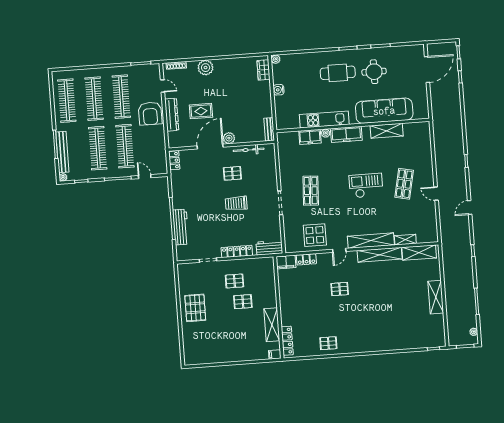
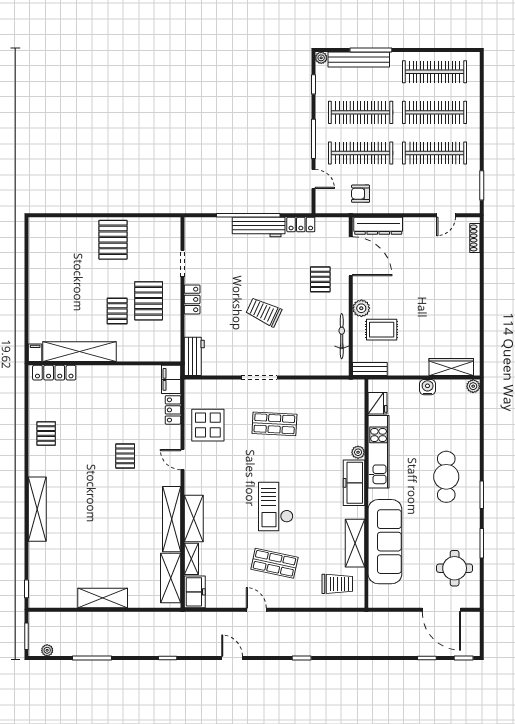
plant: (206, 68) -> (468, 281), removed
wardrobe: (264, 70) -> (451, 367), width x1.50
round table: (374, 72) -> (455, 568), moved
rug: (201, 111) -> (382, 330), moved, turned 90
armchair: (150, 114) -> (361, 194), moved, width x0.53, depth x0.53
dresser: (172, 115) -> (378, 226), moved
fridge: (292, 122) -> (378, 403), added
freezer: (310, 137) -> (195, 592), moved, turned 180
trolley: (415, 141) -> (337, 584), added
door: (210, 147) -> (351, 256), moved
locker: (174, 160) -> (301, 225), moved
pallet: (232, 173) -> (320, 279), moved
door: (145, 177) -> (313, 179), hinge flipped
checkout: (366, 186) -> (276, 506), turned 180
door: (436, 194) -> (256, 610), hinge flipped
trolley: (236, 203) -> (264, 312), turned -65
workbench: (181, 227) -> (259, 227), moved
shelving: (371, 241) -> (194, 519), width x0.68
locker: (237, 251) -> (192, 299), width x0.66
pallet: (234, 281) -> (149, 301), width x1.50, depth x1.42
pallet: (195, 308) -> (113, 240), turned 90
shelving: (272, 325) -> (80, 352), width x1.47
shelving: (380, 345) -> (37, 509), added

